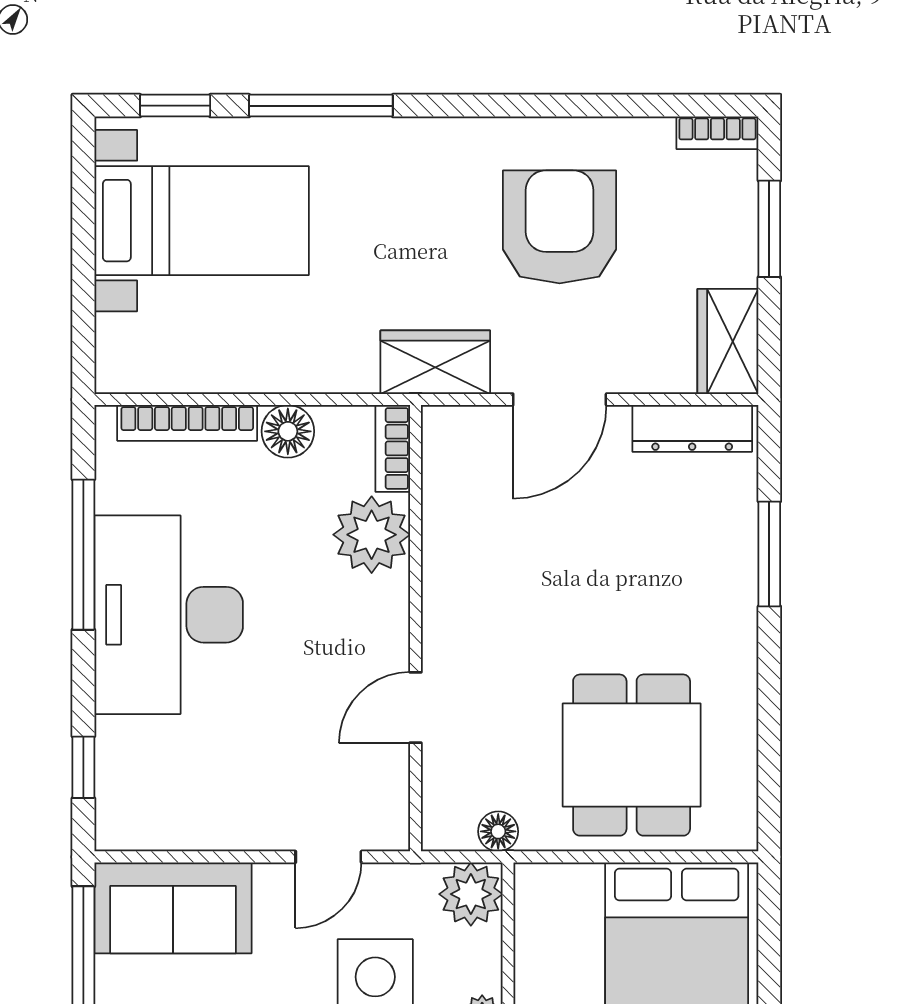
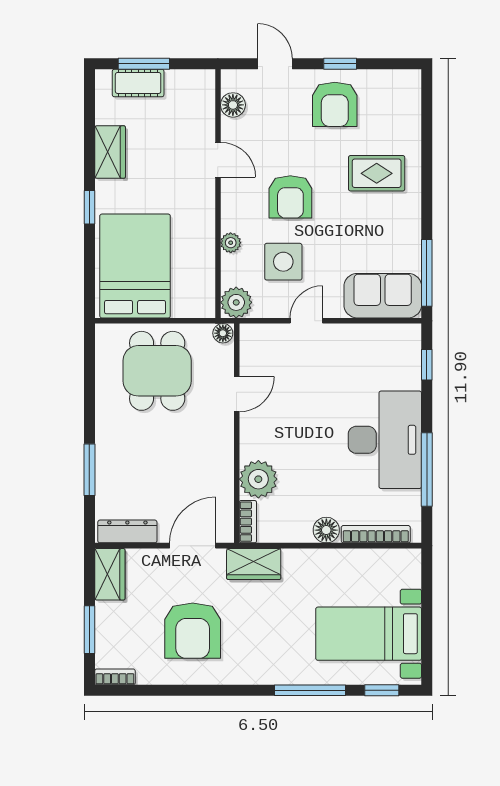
bookcase: (393, 448) -> (248, 522), moved
plant: (372, 535) -> (258, 479), moved
wall: (415, 628) -> (237, 433), moved
door: (415, 707) -> (237, 394), moved

